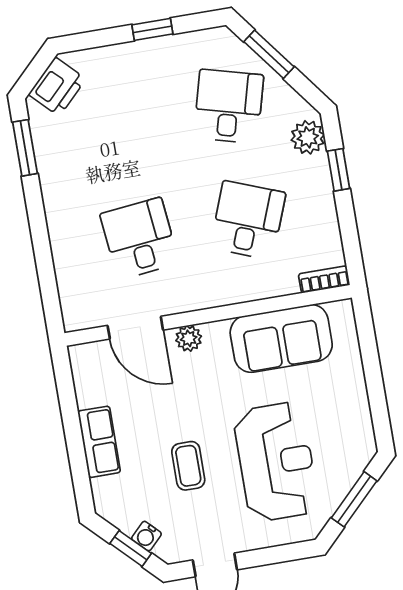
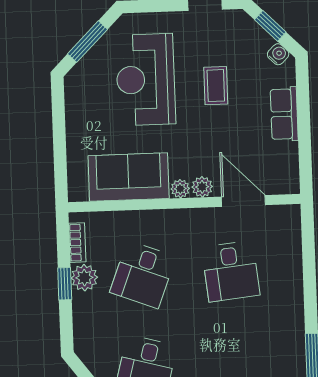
plant: (308, 137) -> (84, 278), moved
window: (338, 170) -> (65, 284), moved
bookcase: (324, 279) -> (77, 243), moved, turned -90
plant: (215, 332) -> (180, 189), added
water cooler: (146, 536) -> (278, 54), moved

